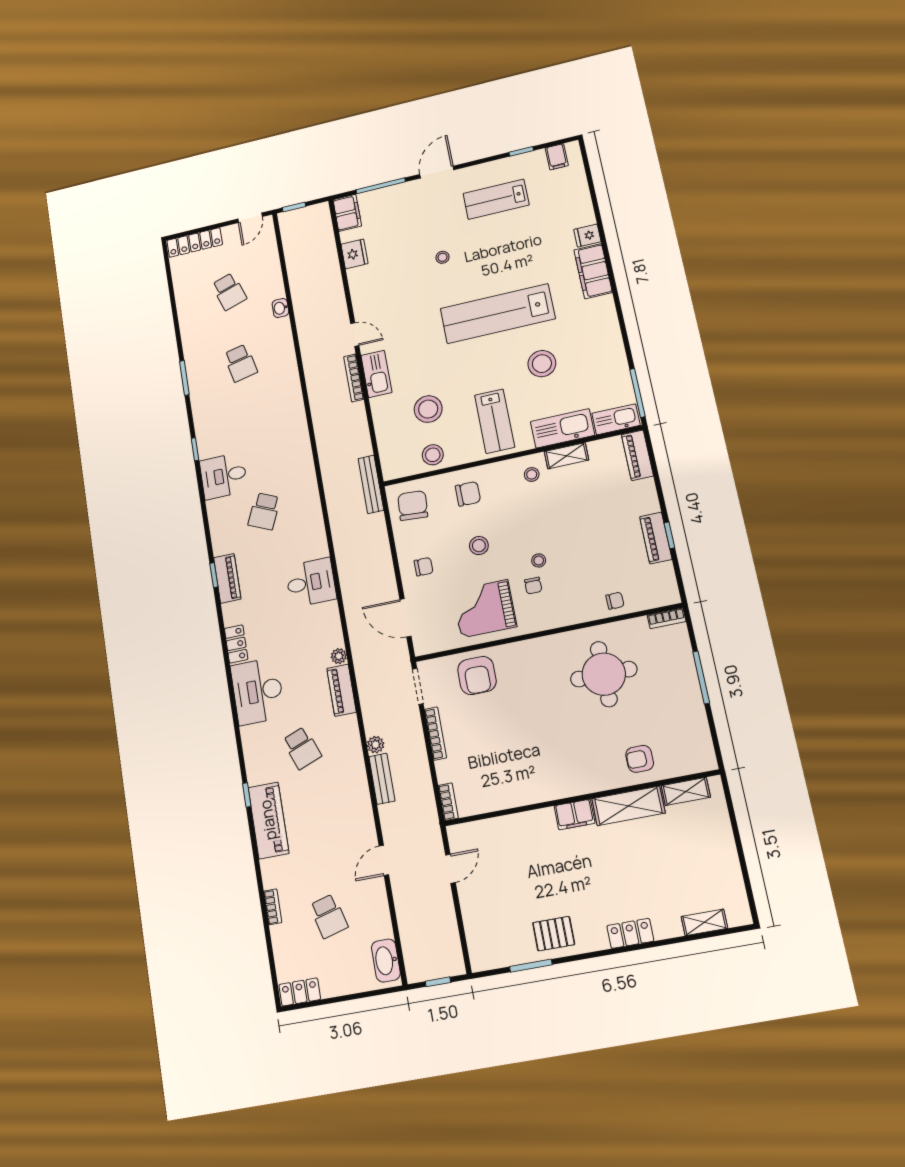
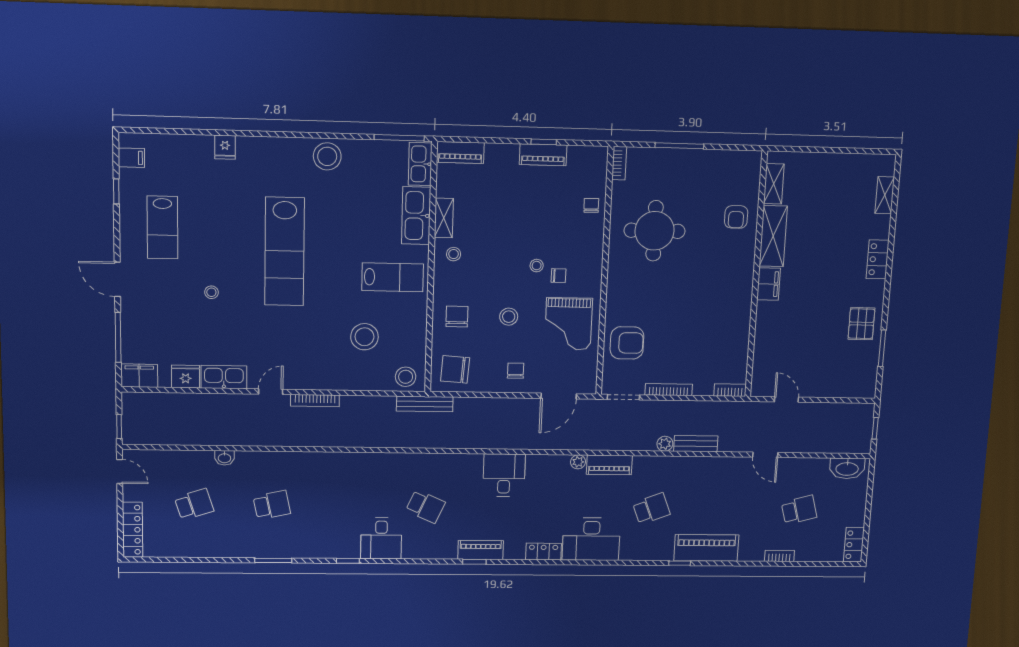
filing cabinet: (593, 271) -> (264, 150), removed
stool: (542, 364) -> (327, 156), moved
kitchen sink: (376, 374) -> (224, 377), moved
stool: (433, 455) -> (406, 377), moved

